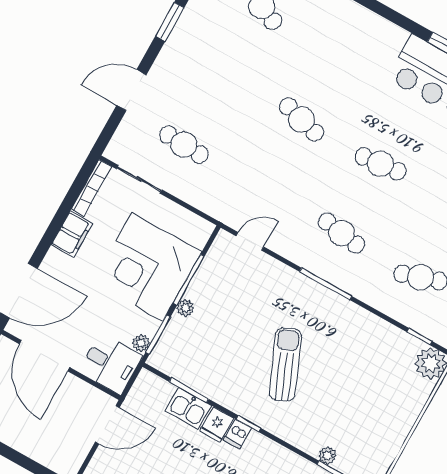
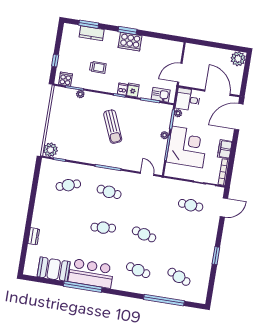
cafe table: (340, 50) -> (138, 270), added
door: (131, 90) -> (224, 208), moved
door: (250, 241) -> (147, 174), swing flipped
kitchen sink: (188, 408) -> (161, 95), moved

